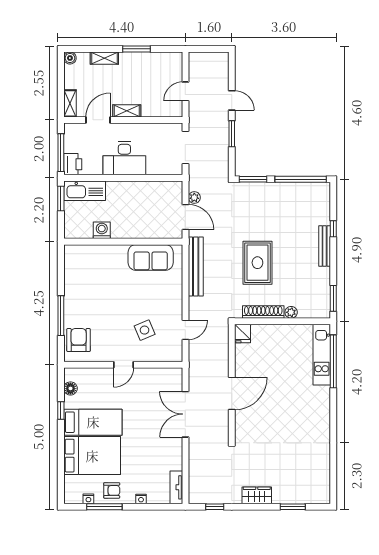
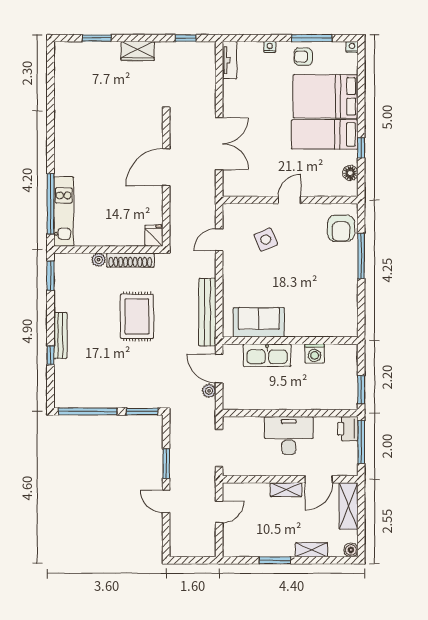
shelving: (70, 103) -> (349, 506), width x1.50, depth x1.33
kitchen sink: (85, 191) -> (267, 355), moved, turned 180
nightstand: (88, 499) -> (352, 47), moved

